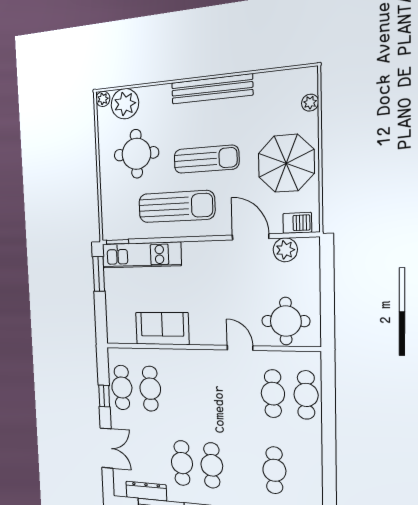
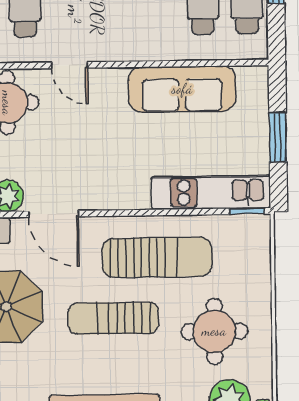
sun lounger: (176, 207) -> (157, 257), turned 180
window: (99, 274) -> (278, 137), moved
sofa: (162, 328) -> (182, 89), width x1.36

